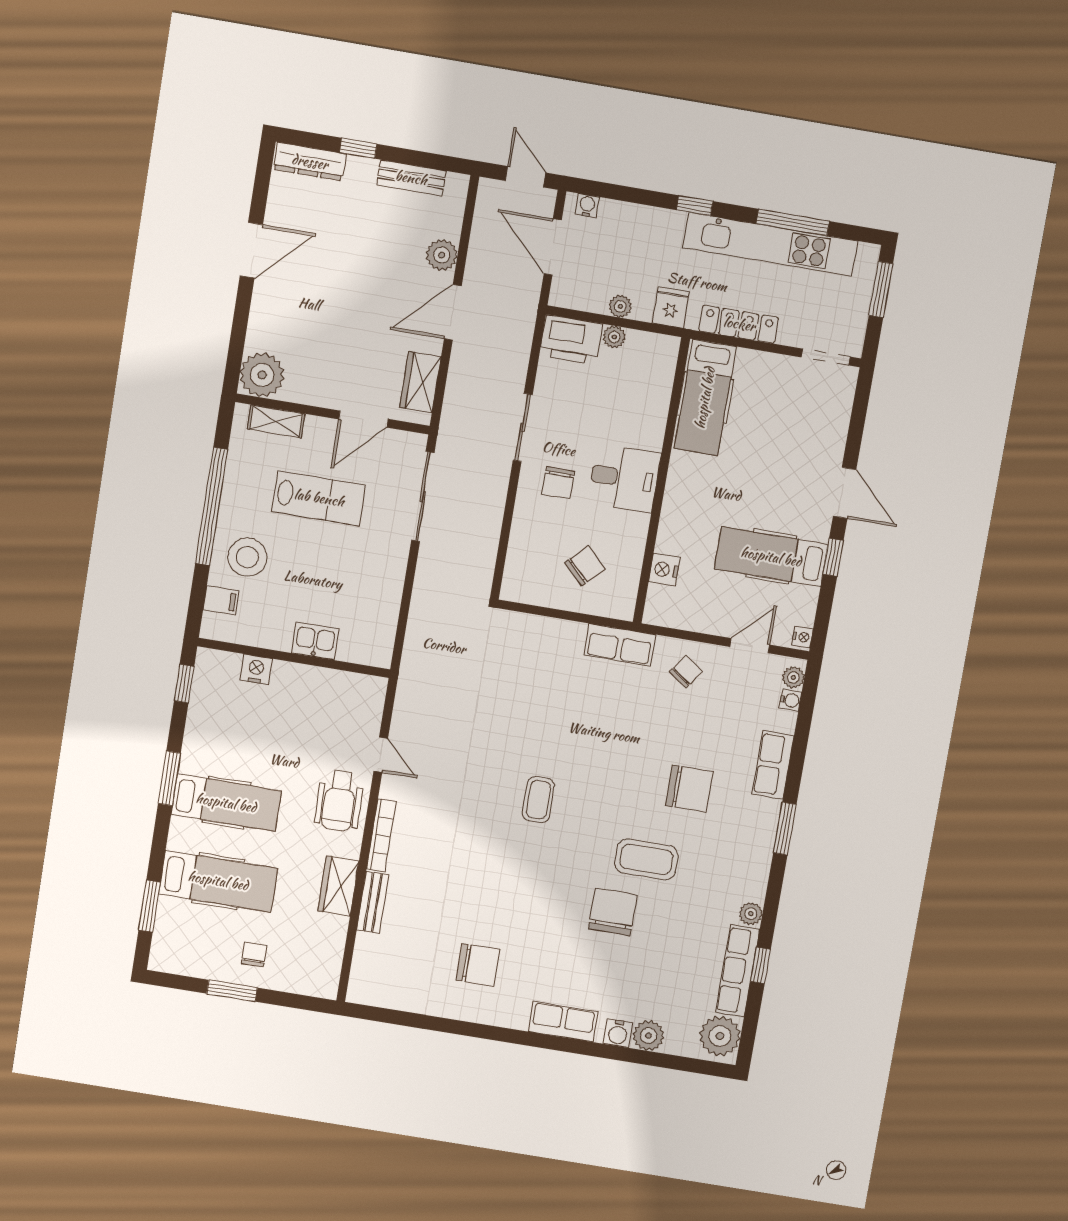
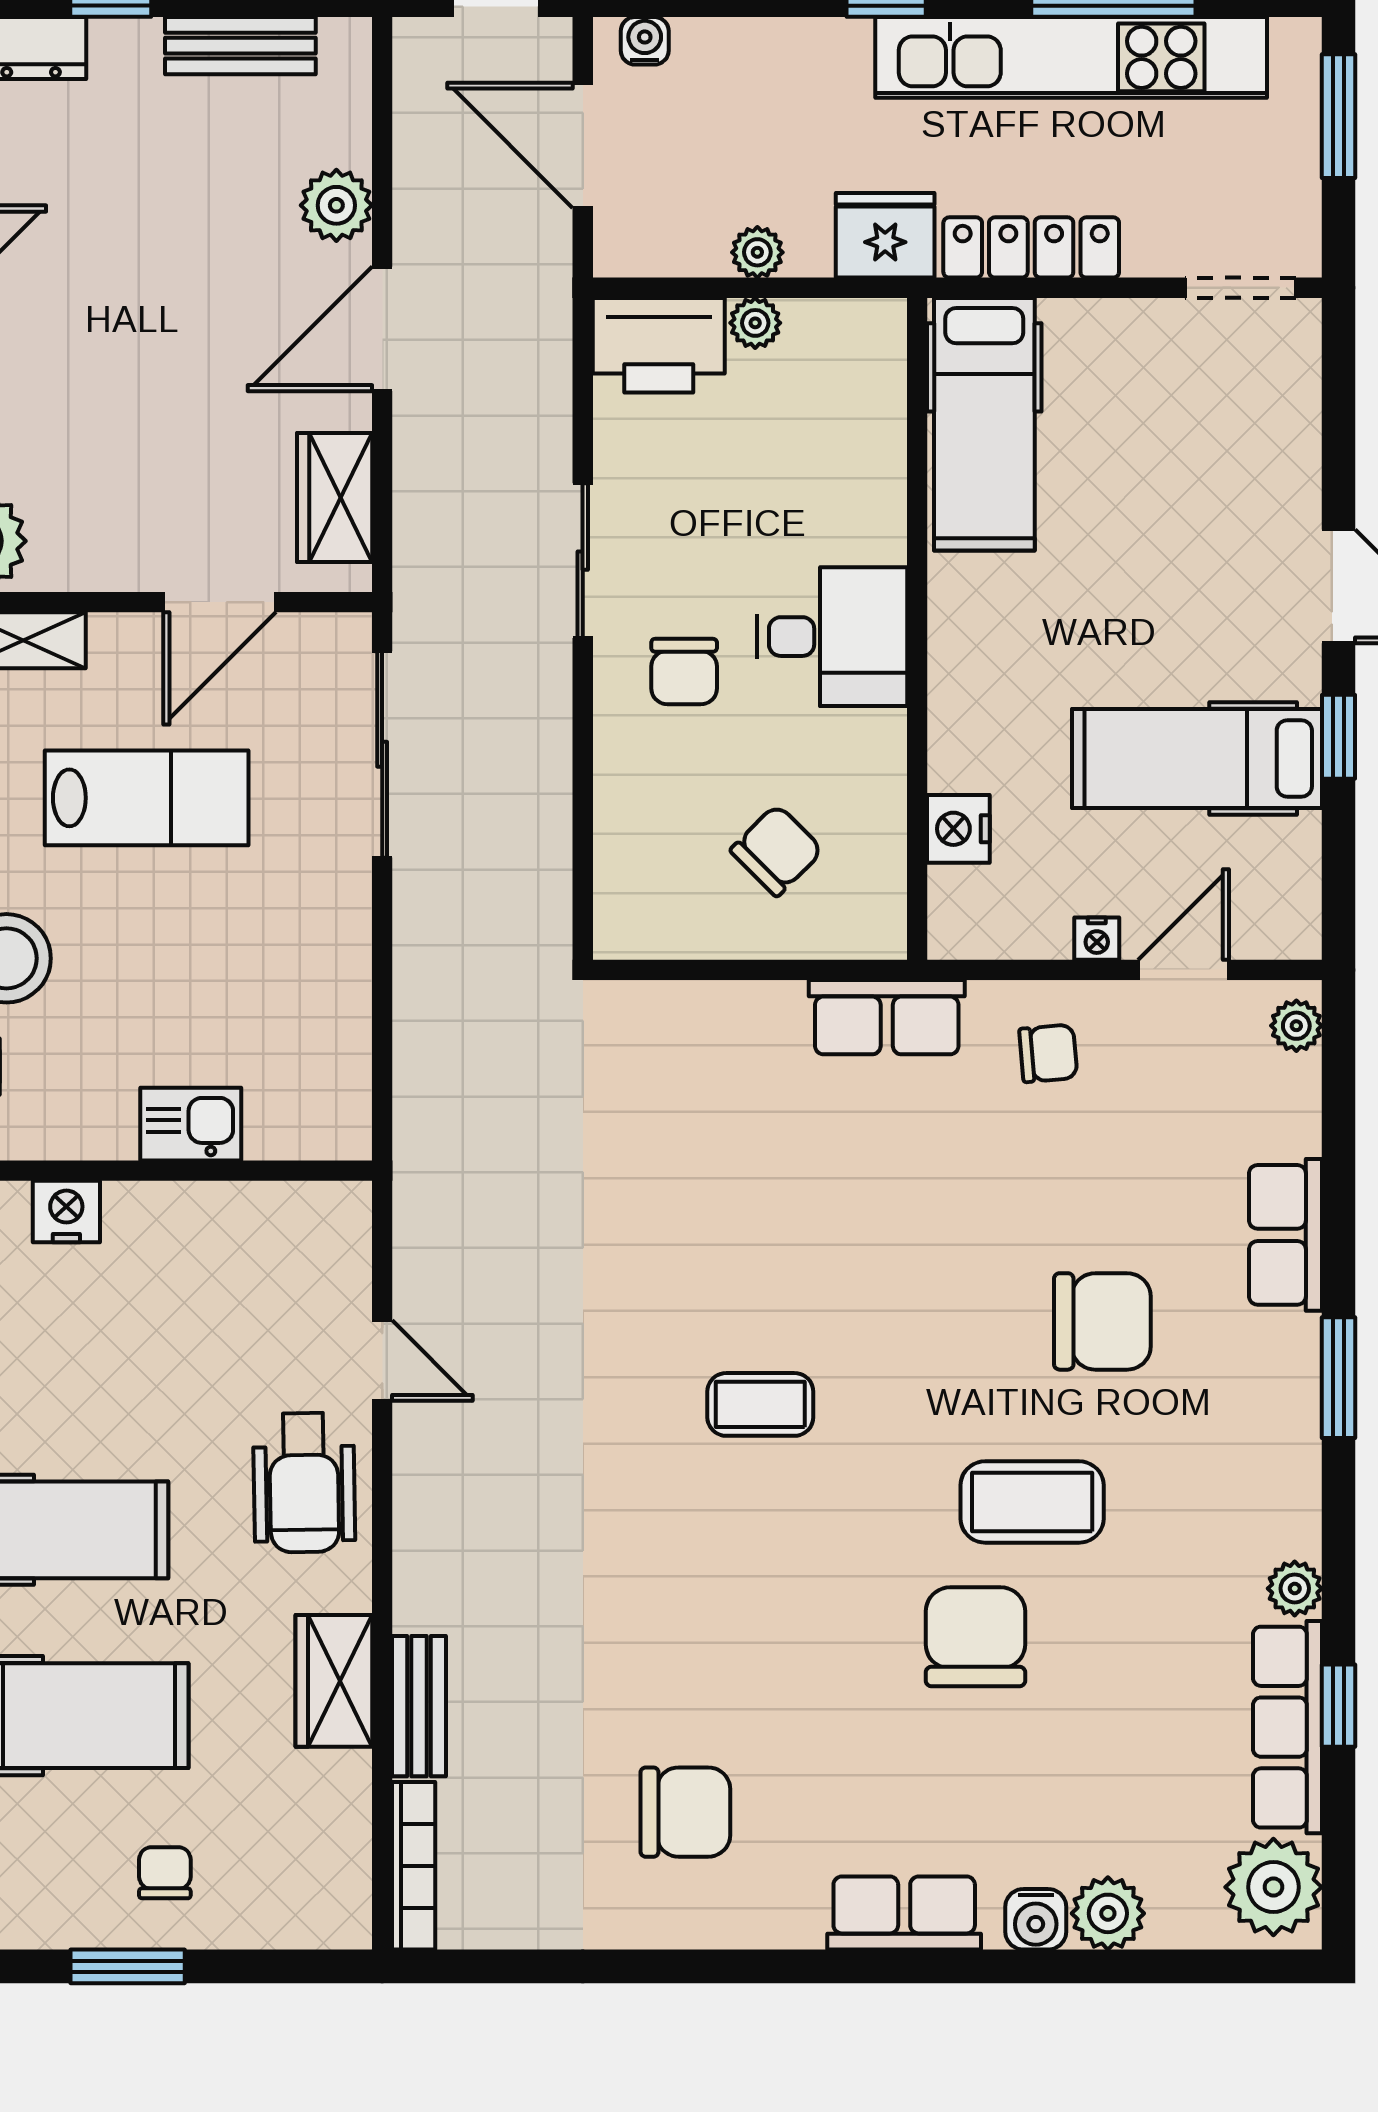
fridge: (671, 307) -> (885, 235), width x1.38
nightstand: (802, 637) -> (1097, 939), moved, turned 90
chair: (686, 672) -> (1048, 1053), turned 50
water cooler: (790, 700) -> (1299, 1079), removed
coffee table: (538, 800) -> (760, 1404), turned 90
bookcase: (381, 835) -> (414, 1866), moved

